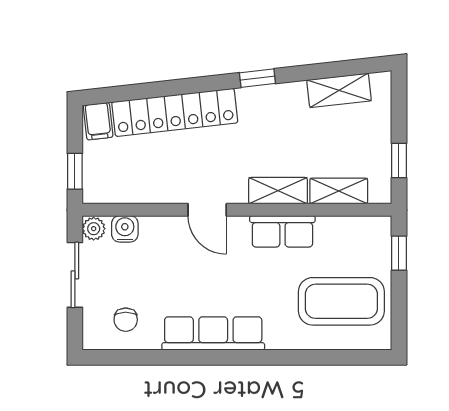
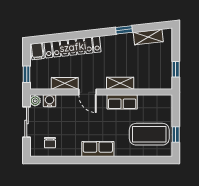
window: (257, 78) -> (124, 30), moved
shelving: (339, 191) -> (65, 83), moved
window: (399, 253) -> (176, 135), moved
row of seats: (213, 333) -> (98, 149), width x0.68

